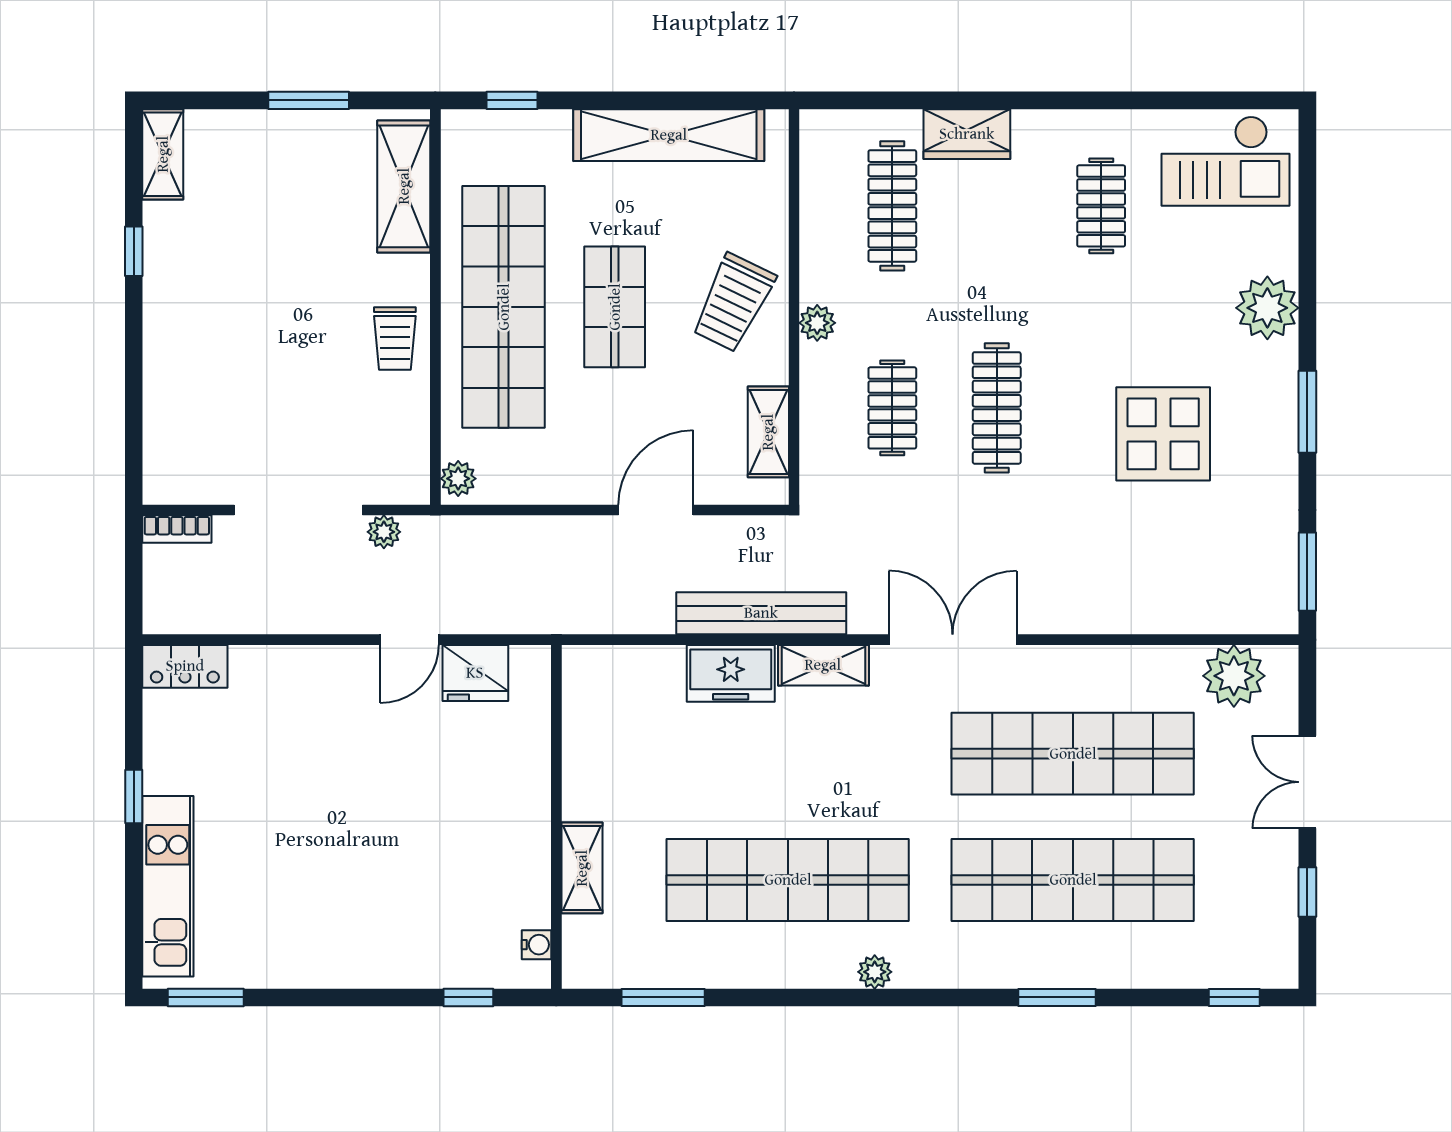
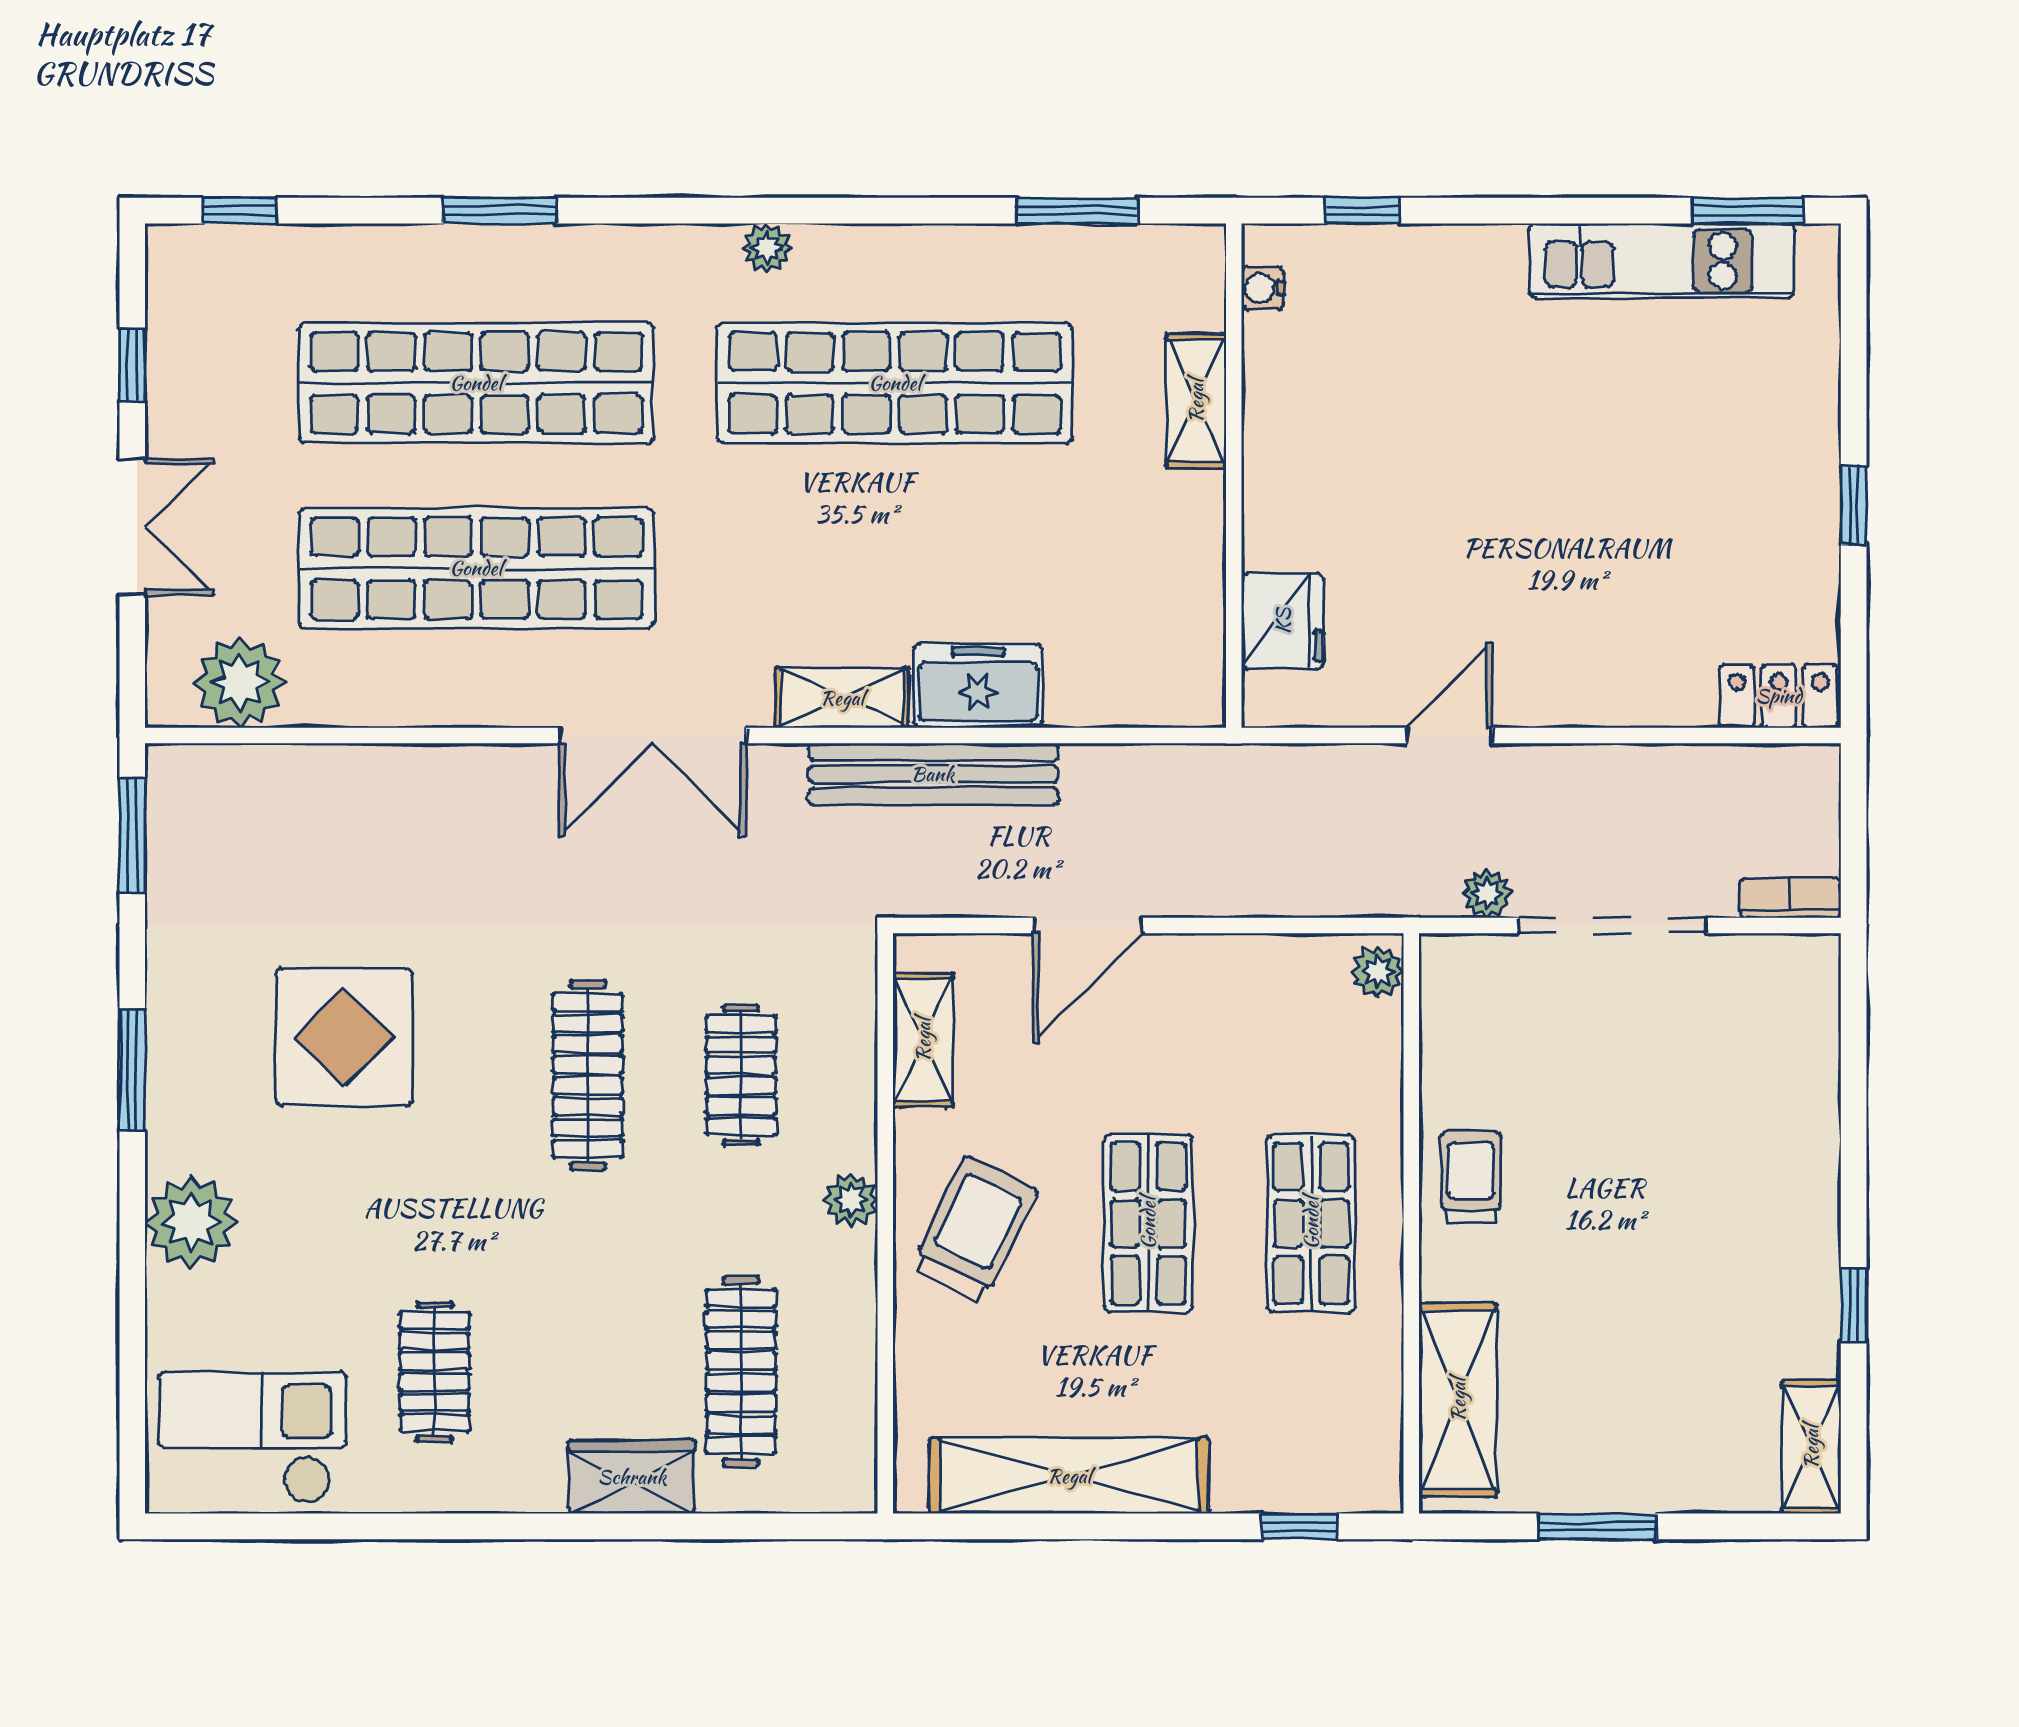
shop shelf: (504, 307) -> (1311, 1223), width x0.50, depth x0.74
fridge: (475, 673) -> (1283, 621), moved, turned 90
kitchen unit: (168, 886) -> (1662, 261), moved, turned -90

